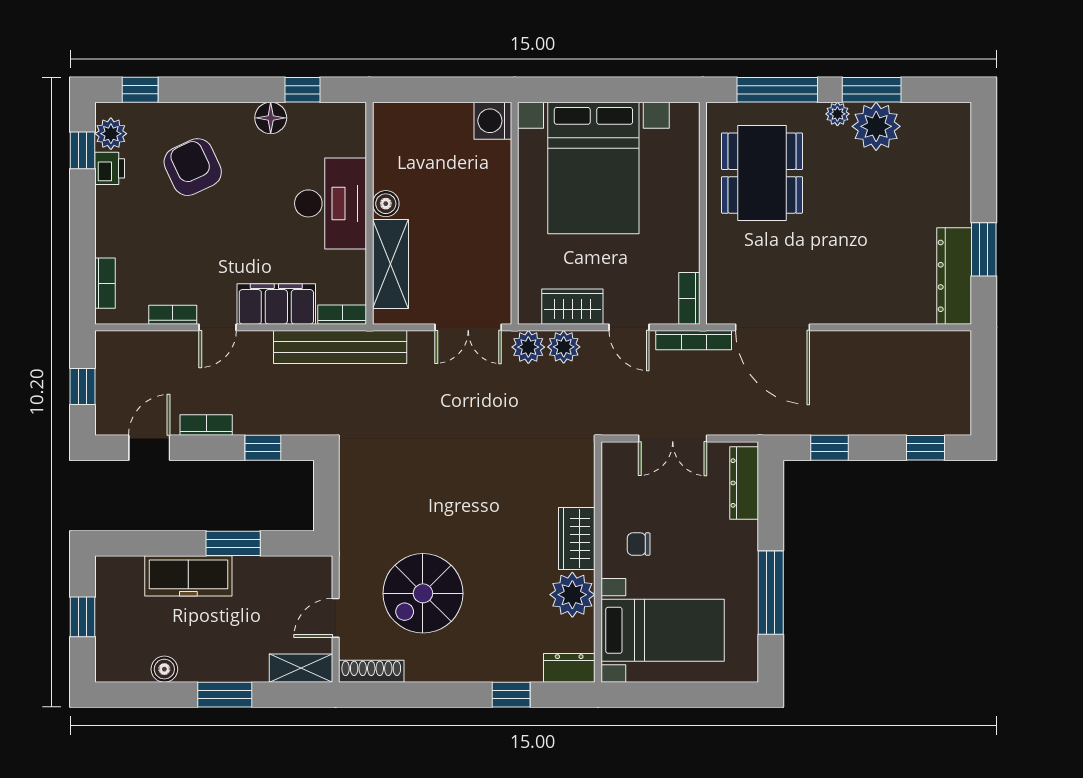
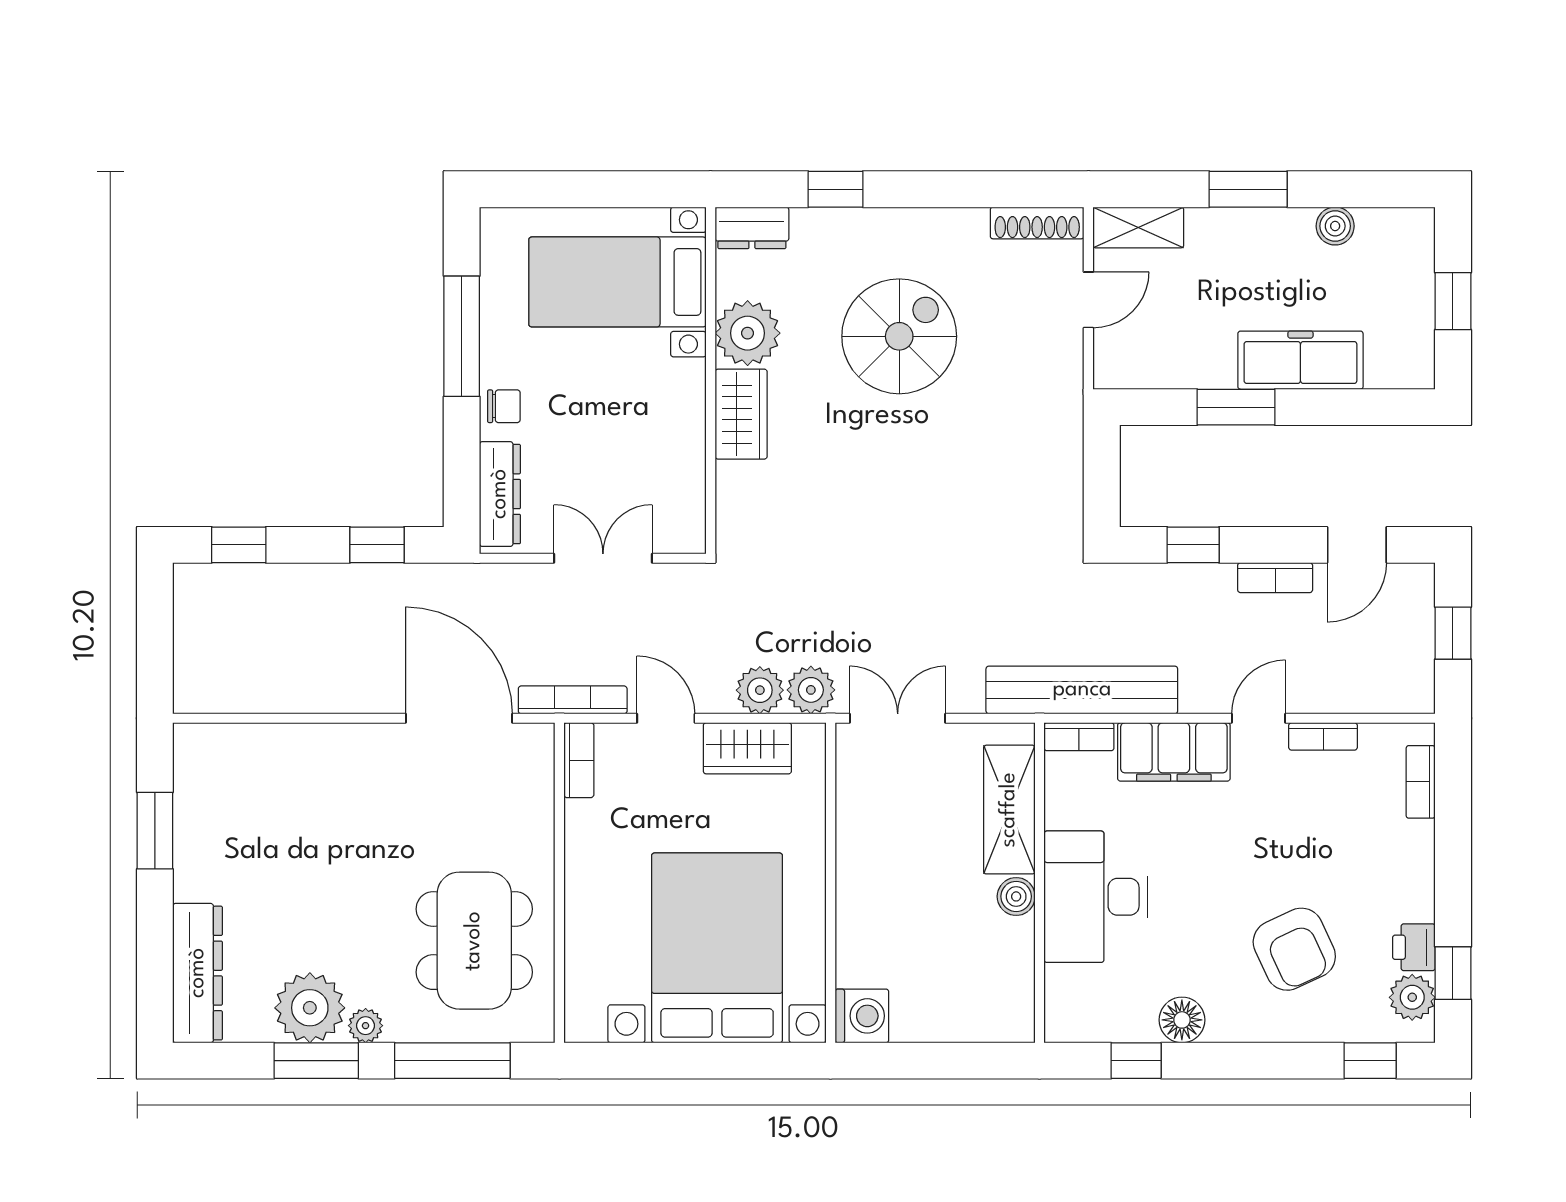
dresser: (954, 276) -> (198, 973), moved
chair: (639, 544) -> (504, 406), moved
spiral stairs: (423, 593) -> (899, 336), moved

